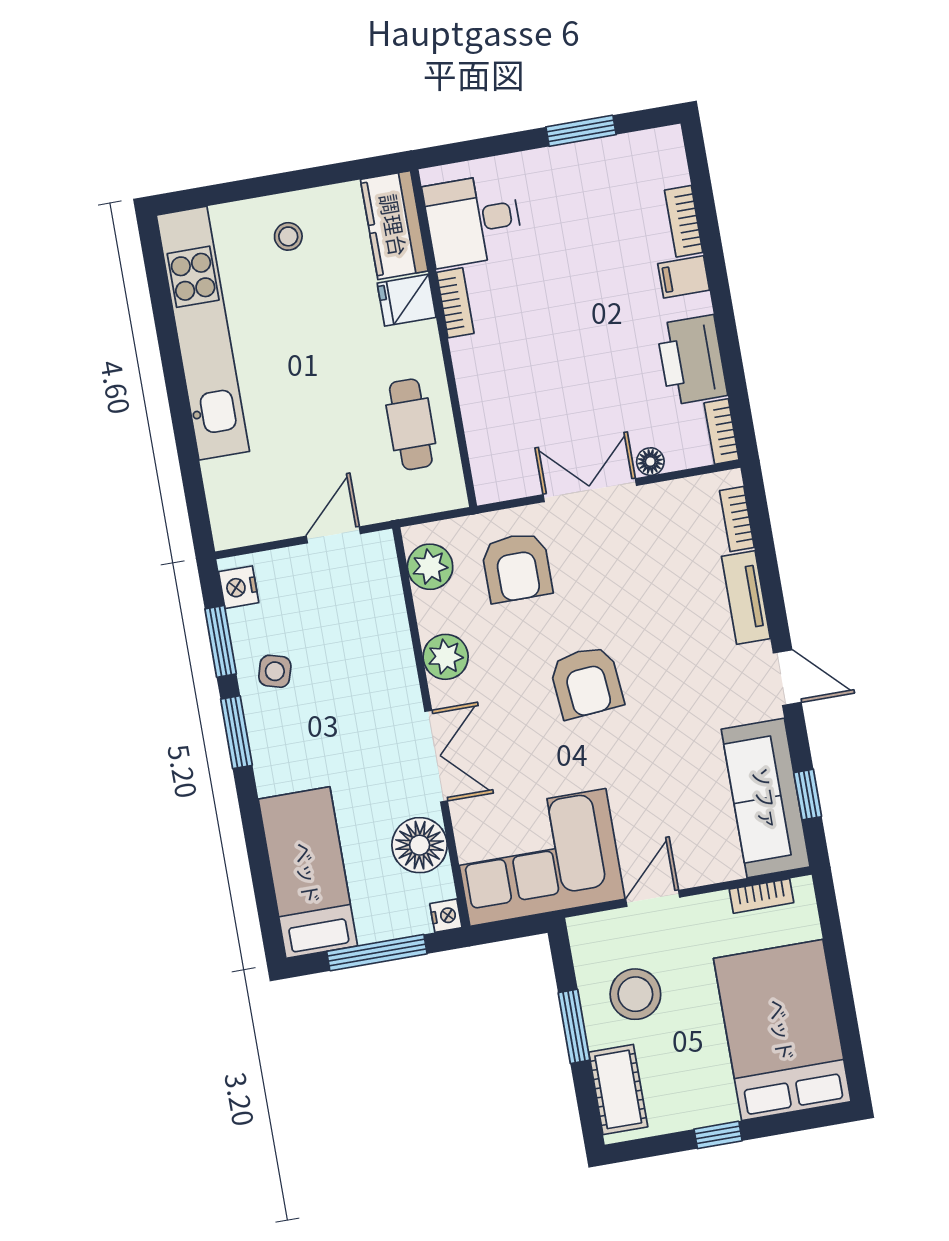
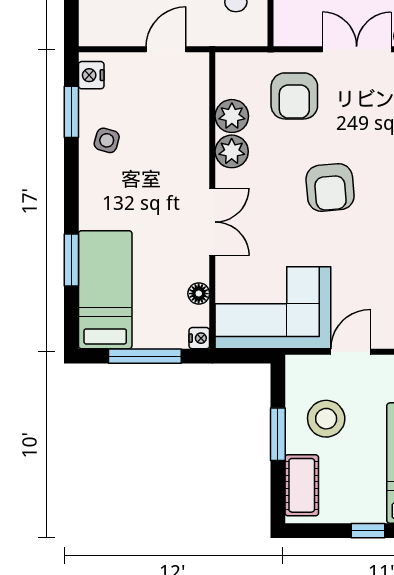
plant: (430, 567) -> (232, 116), moved
window: (236, 732) -> (71, 260), moved
floor lamp: (420, 845) -> (199, 294), width x0.53, depth x0.53

